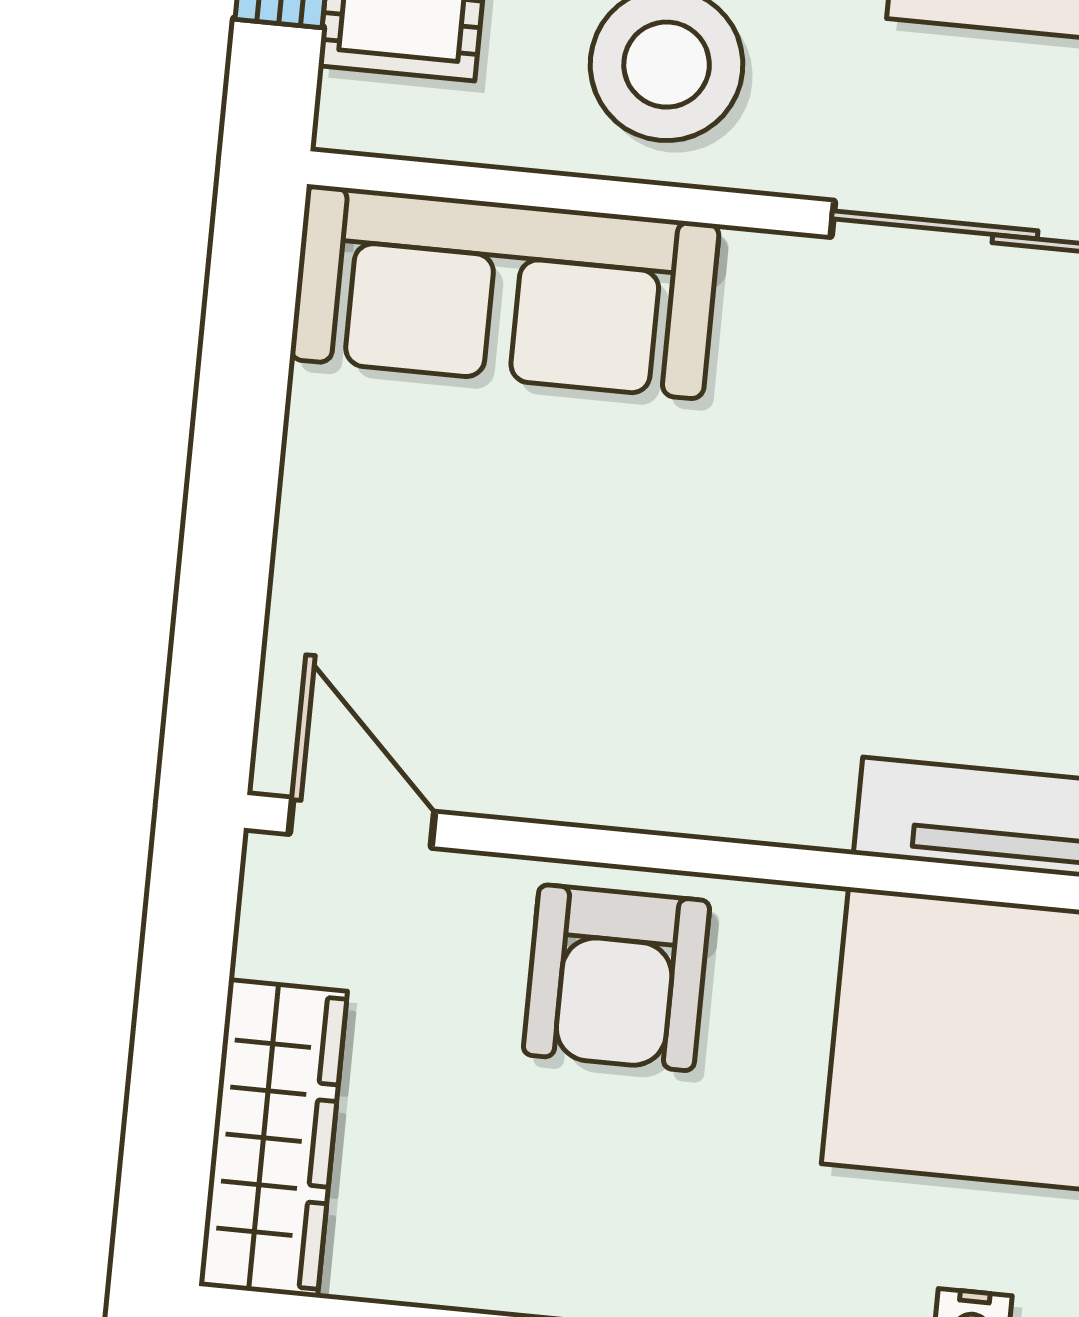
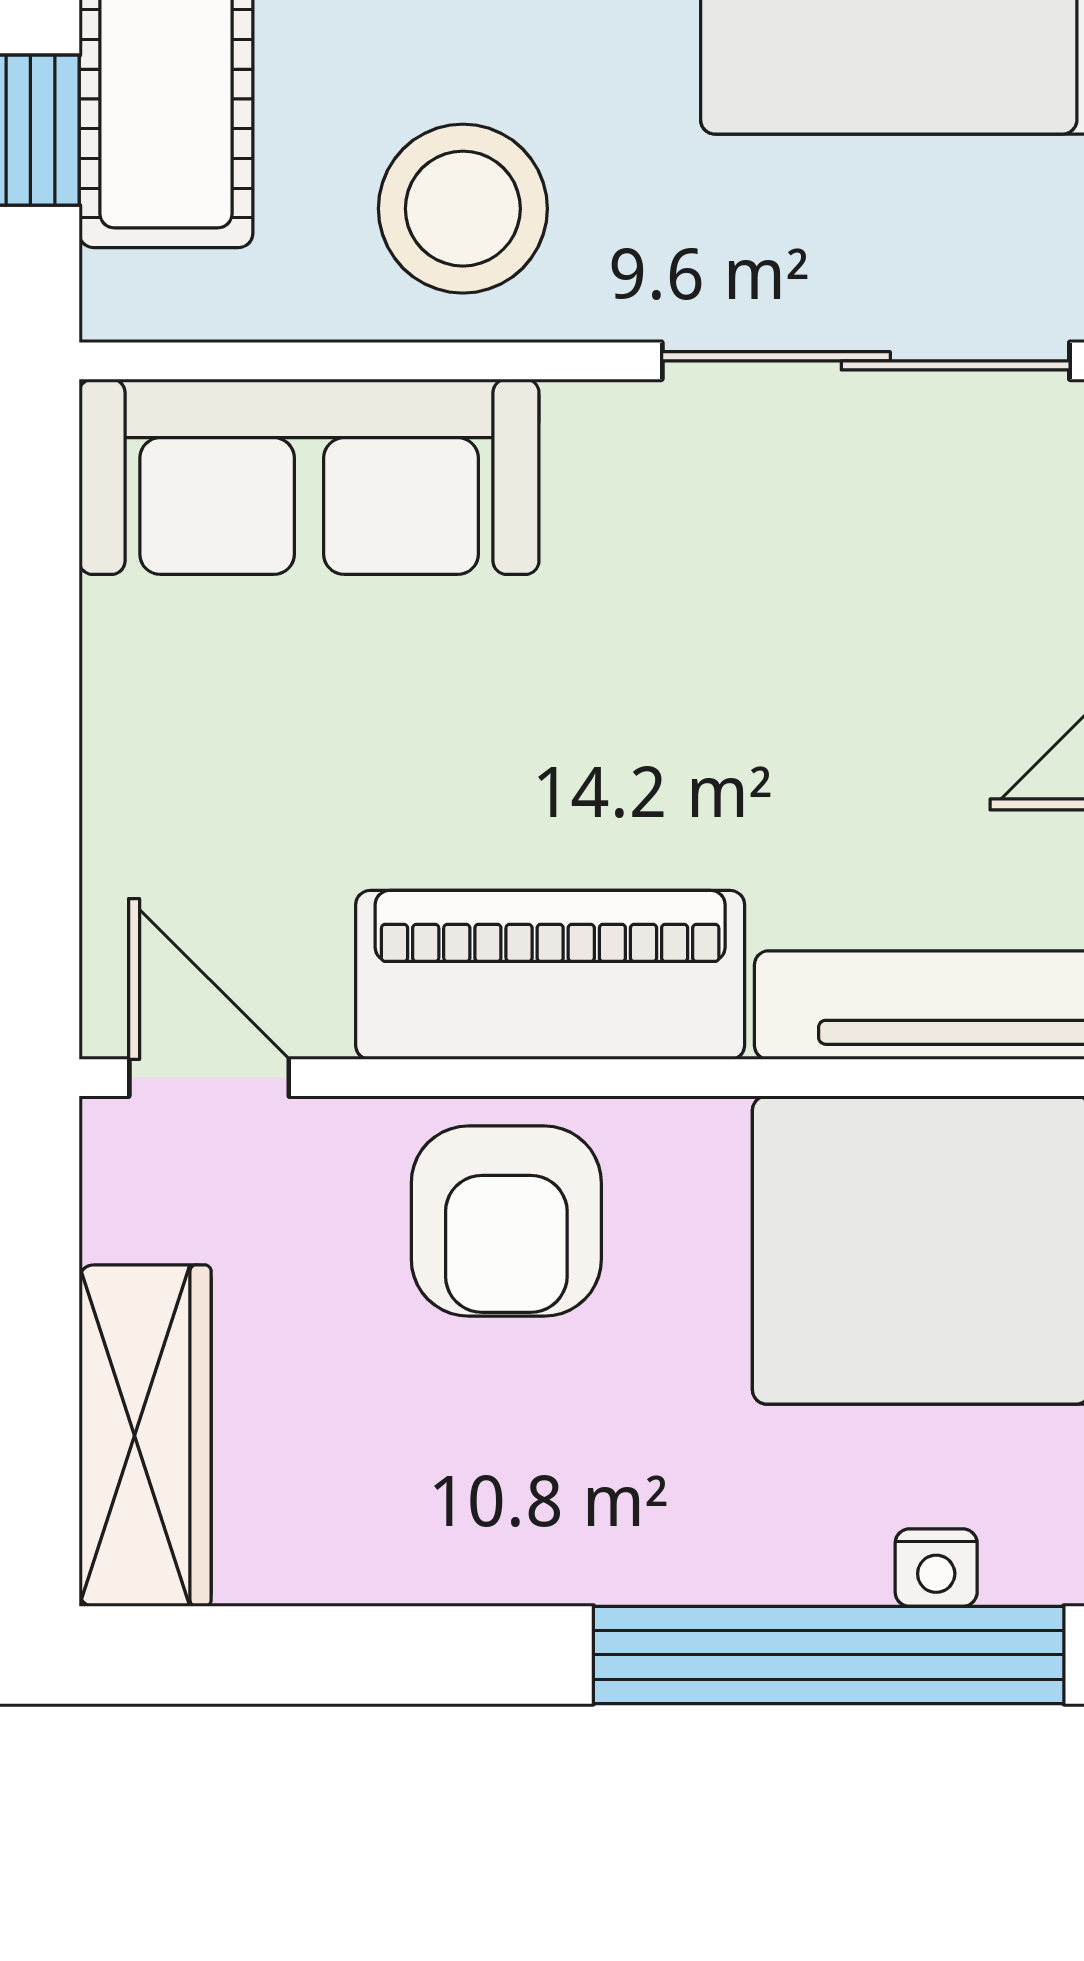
piano: (677, 761) -> (550, 975), added

